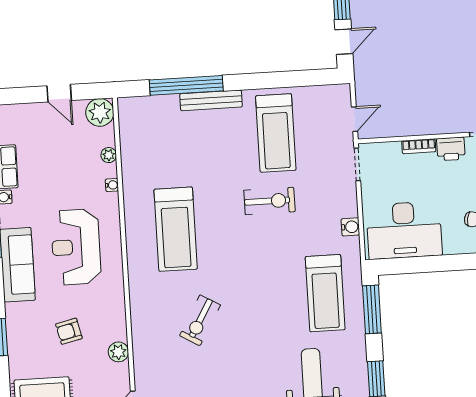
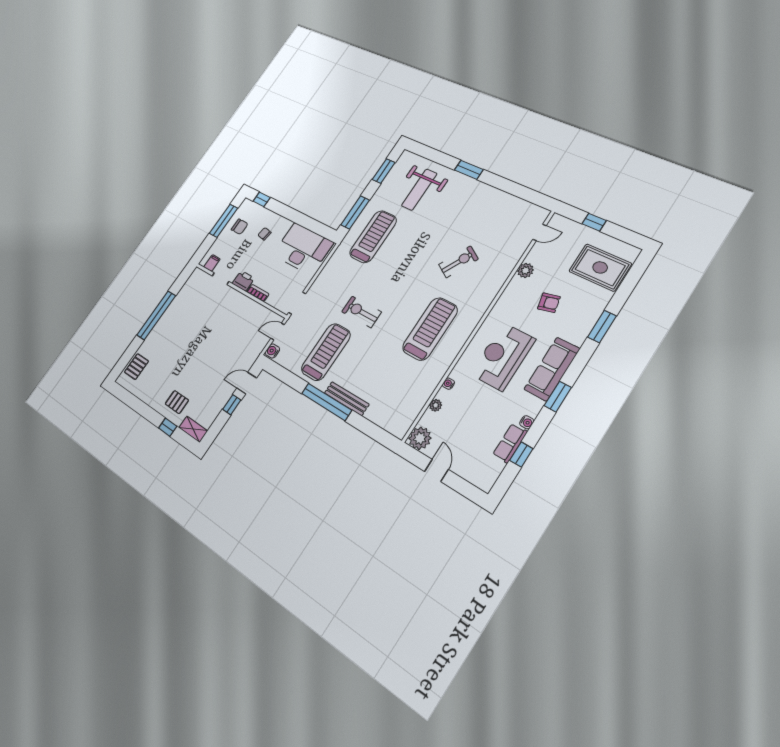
window: (186, 85) -> (326, 402), moved
water cooler: (350, 227) -> (272, 351), moved
reception desk: (76, 247) -> (503, 357), turned 180

